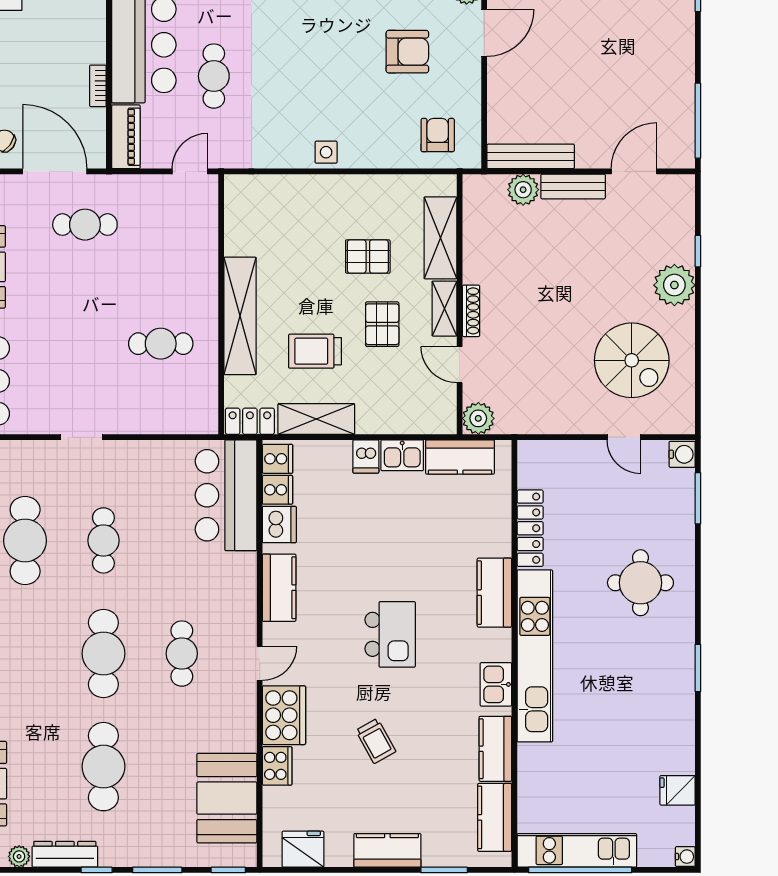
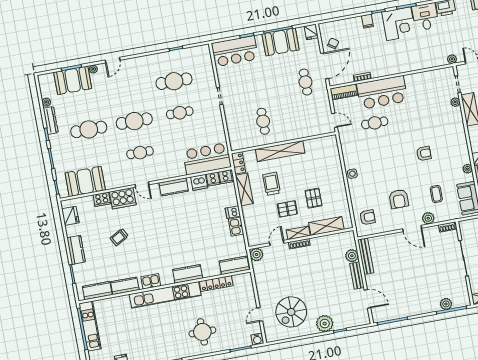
kitchen counter: (460, 457) -> (234, 265), moved, turned 90
kitchen island: (390, 634) -> (163, 235), removed

